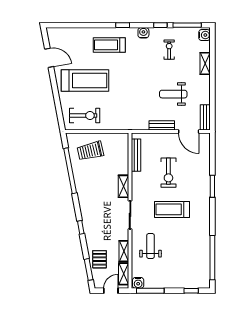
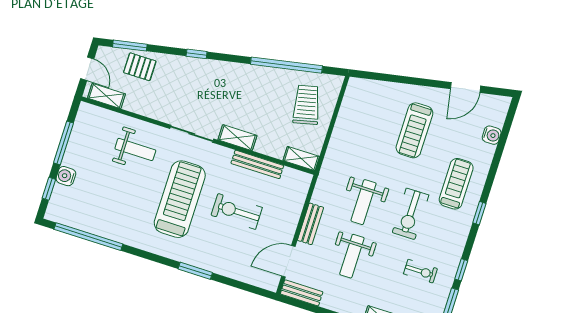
water cooler: (143, 33) -> (492, 135), moved
treadmill: (85, 81) -> (414, 130), width x0.73, depth x0.73
weight bench: (173, 94) -> (352, 256), turned 180
weight bench: (138, 97) -> (364, 202), added
exercise bike: (85, 116) -> (411, 214), moved
bench: (136, 155) -> (257, 164), moved
treadmill: (172, 209) -> (180, 199), width x1.37, depth x1.38
shelving: (124, 251) -> (301, 158), moved
water cooler: (138, 283) -> (66, 176), moved
window: (150, 291) -> (63, 143), moved

